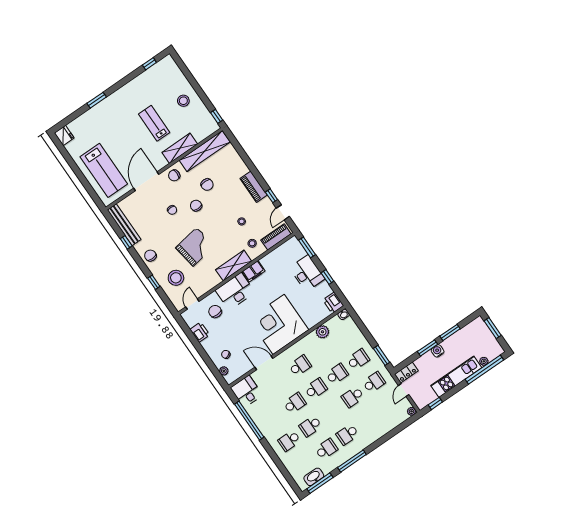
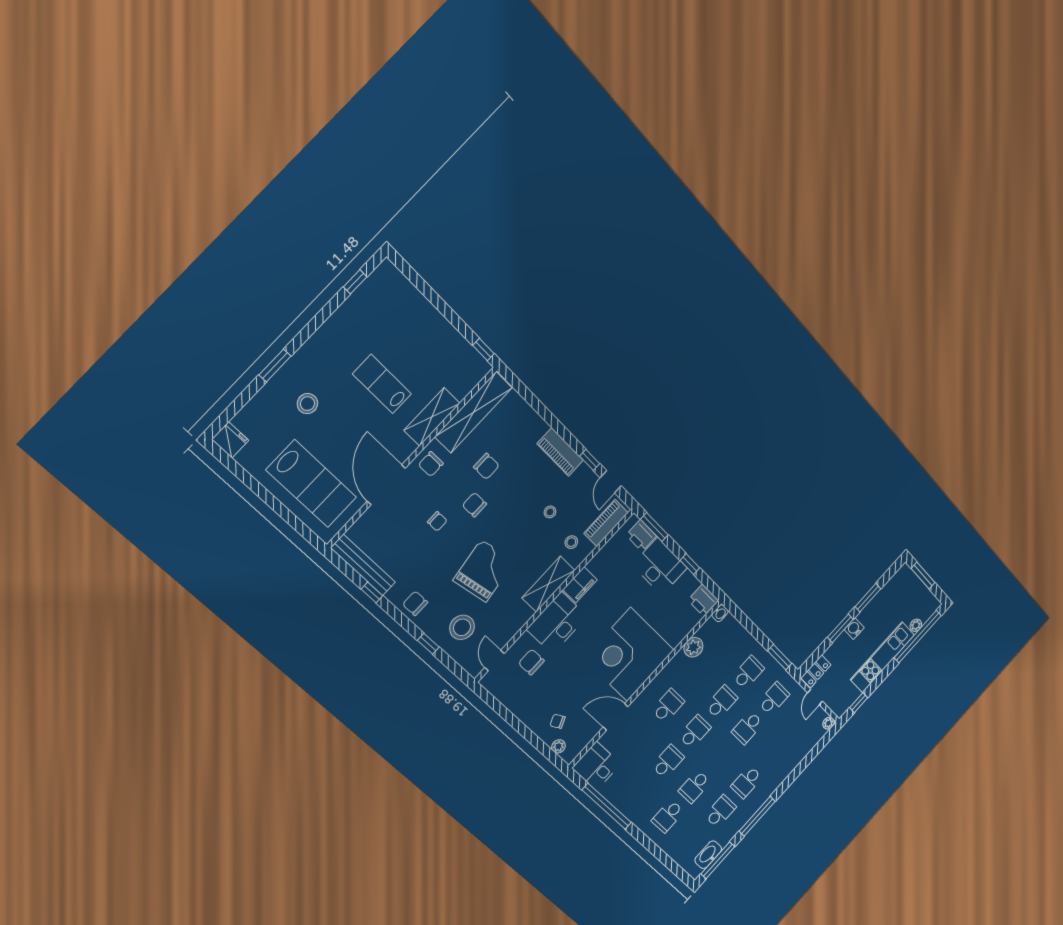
stool: (183, 101) -> (307, 404), moved
printer: (200, 332) -> (641, 536), moved, turned 180

